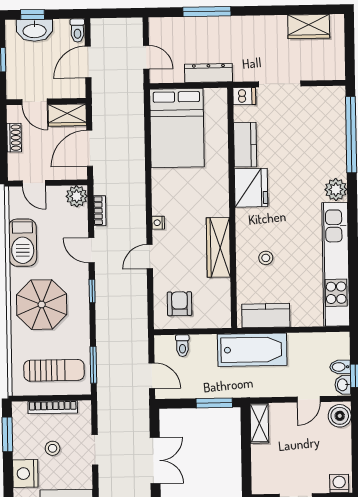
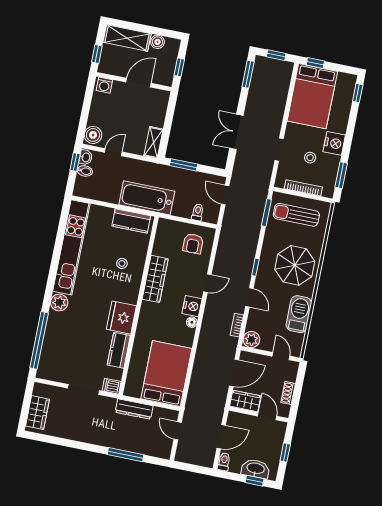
wardrobe: (309, 27) -> (38, 413), moved, turned 90
floor lamp: (159, 202) -> (192, 322), added
nightstand: (158, 223) -> (192, 306), width x1.89, depth x1.79

